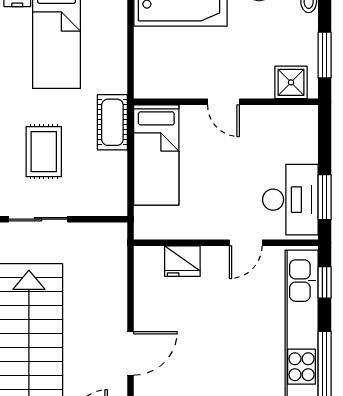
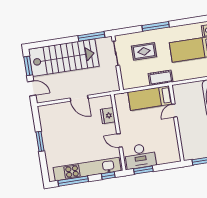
shower: (291, 82) -> (189, 149), removed
door: (223, 102) -> (174, 111), moved
door: (131, 353) -> (79, 98), moved

